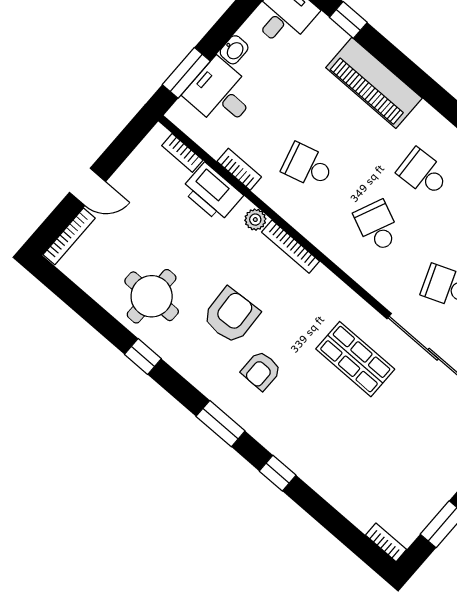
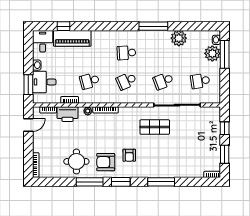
piano: (374, 83) -> (72, 38), moved
door: (87, 187) -> (28, 125), moved
school desk: (377, 226) -> (126, 81), turned -48
armchair: (231, 316) -> (106, 162), moved, turned -87
window: (143, 356) -> (90, 182), width x2.17
window: (221, 424) -> (121, 182), moved
window: (278, 473) -> (161, 182), width x2.17

